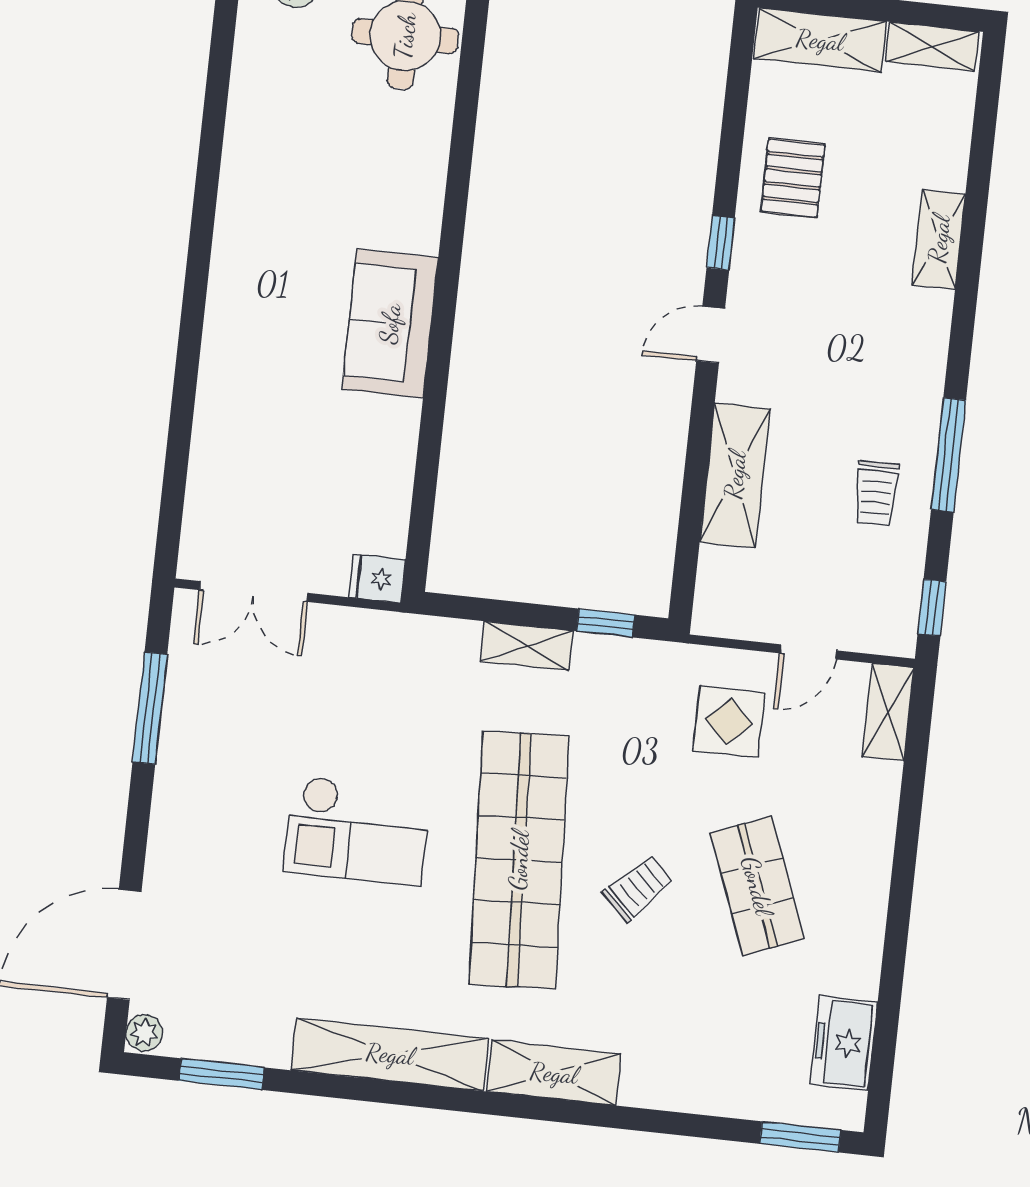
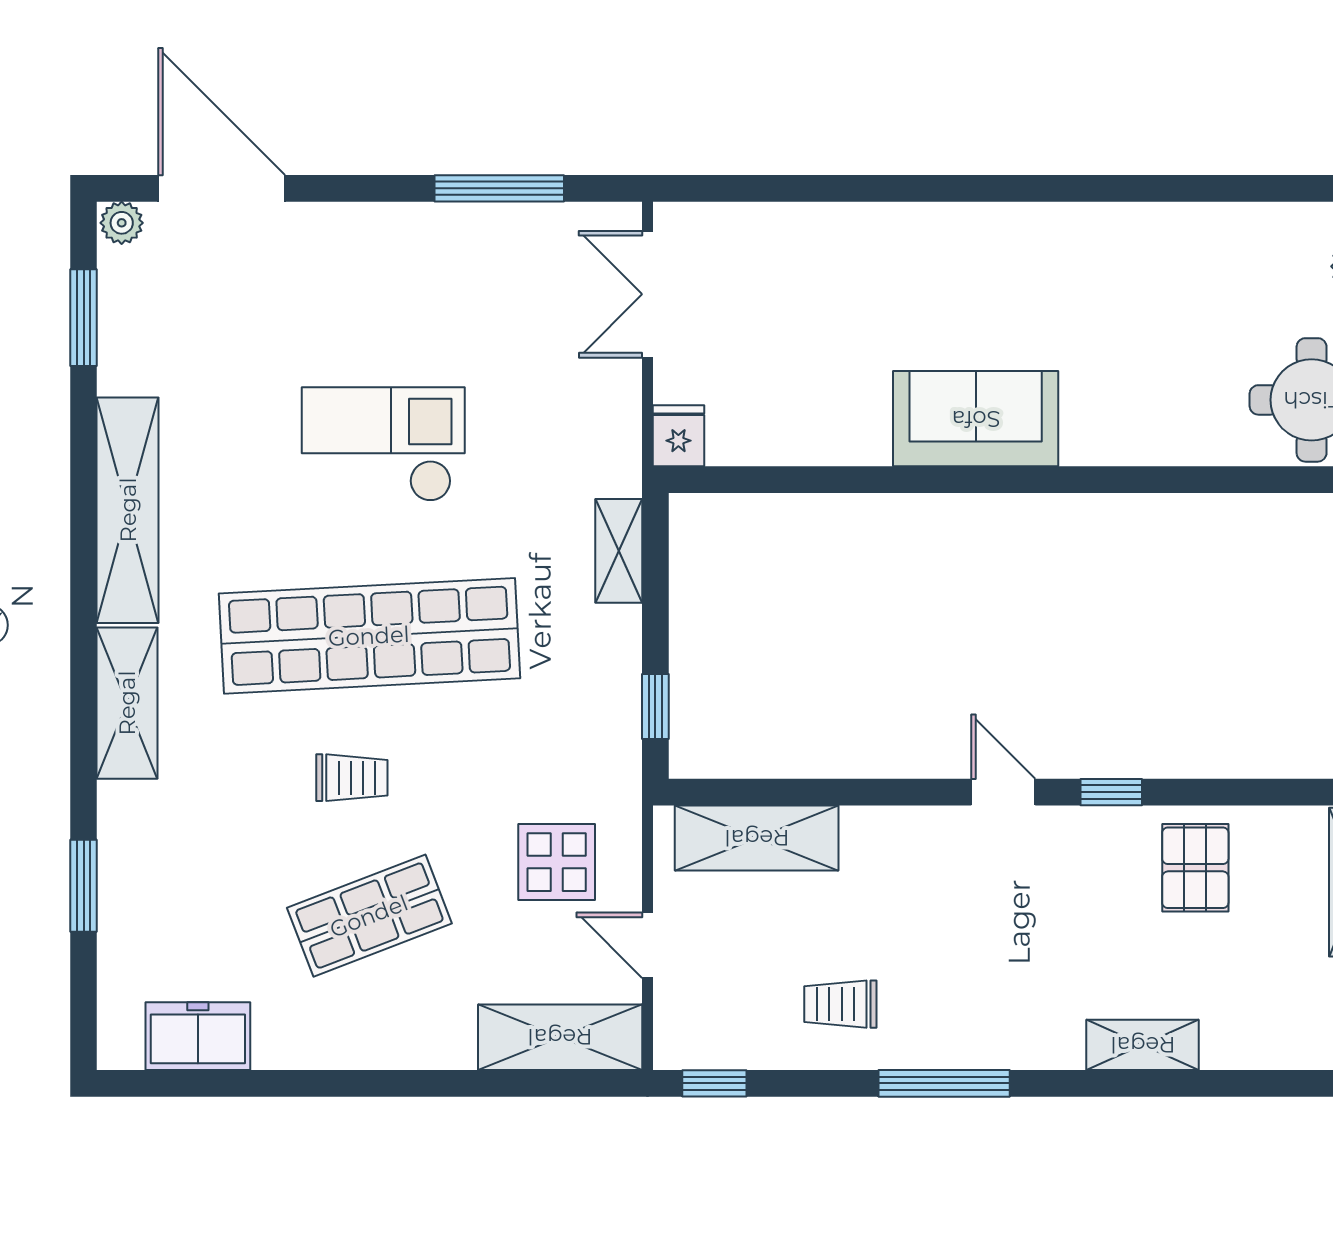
pallet: (793, 178) -> (1195, 868), turned 90
window: (949, 455) -> (944, 1083), moved
shelving: (735, 475) -> (757, 838), moved
shelving: (527, 646) -> (619, 551), moved
shelving: (888, 712) -> (560, 1037), width x1.50, depth x1.33
checkout: (357, 831) -> (383, 444), turned 90
trolley: (638, 888) -> (352, 778), turned -44
window: (800, 1137) -> (84, 886), moved

